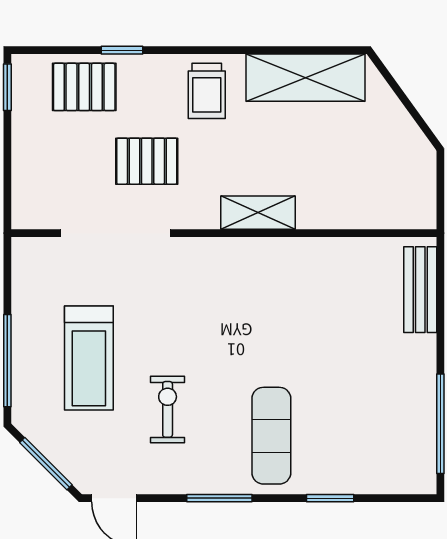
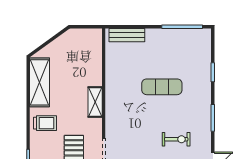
exercise bike: (168, 409) -> (176, 139), turned 180
exercise mat: (271, 436) -> (162, 87), moved

